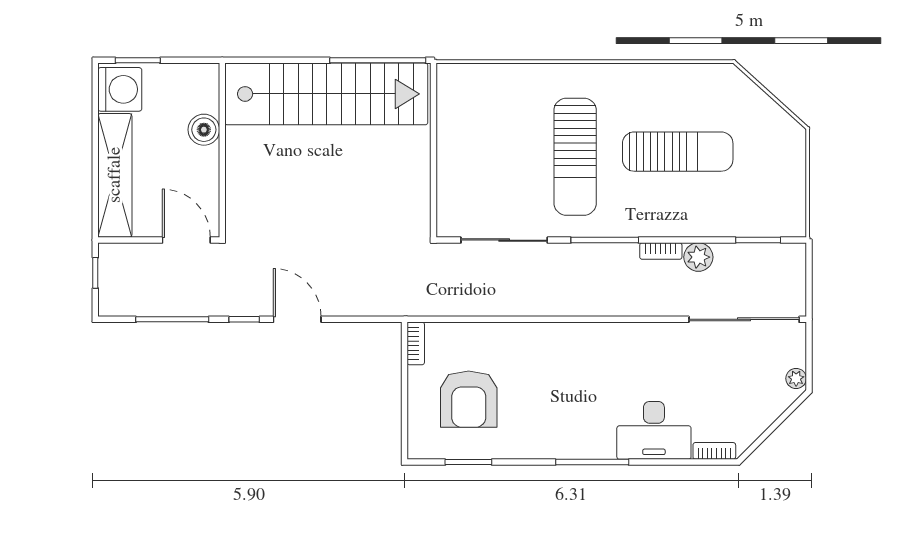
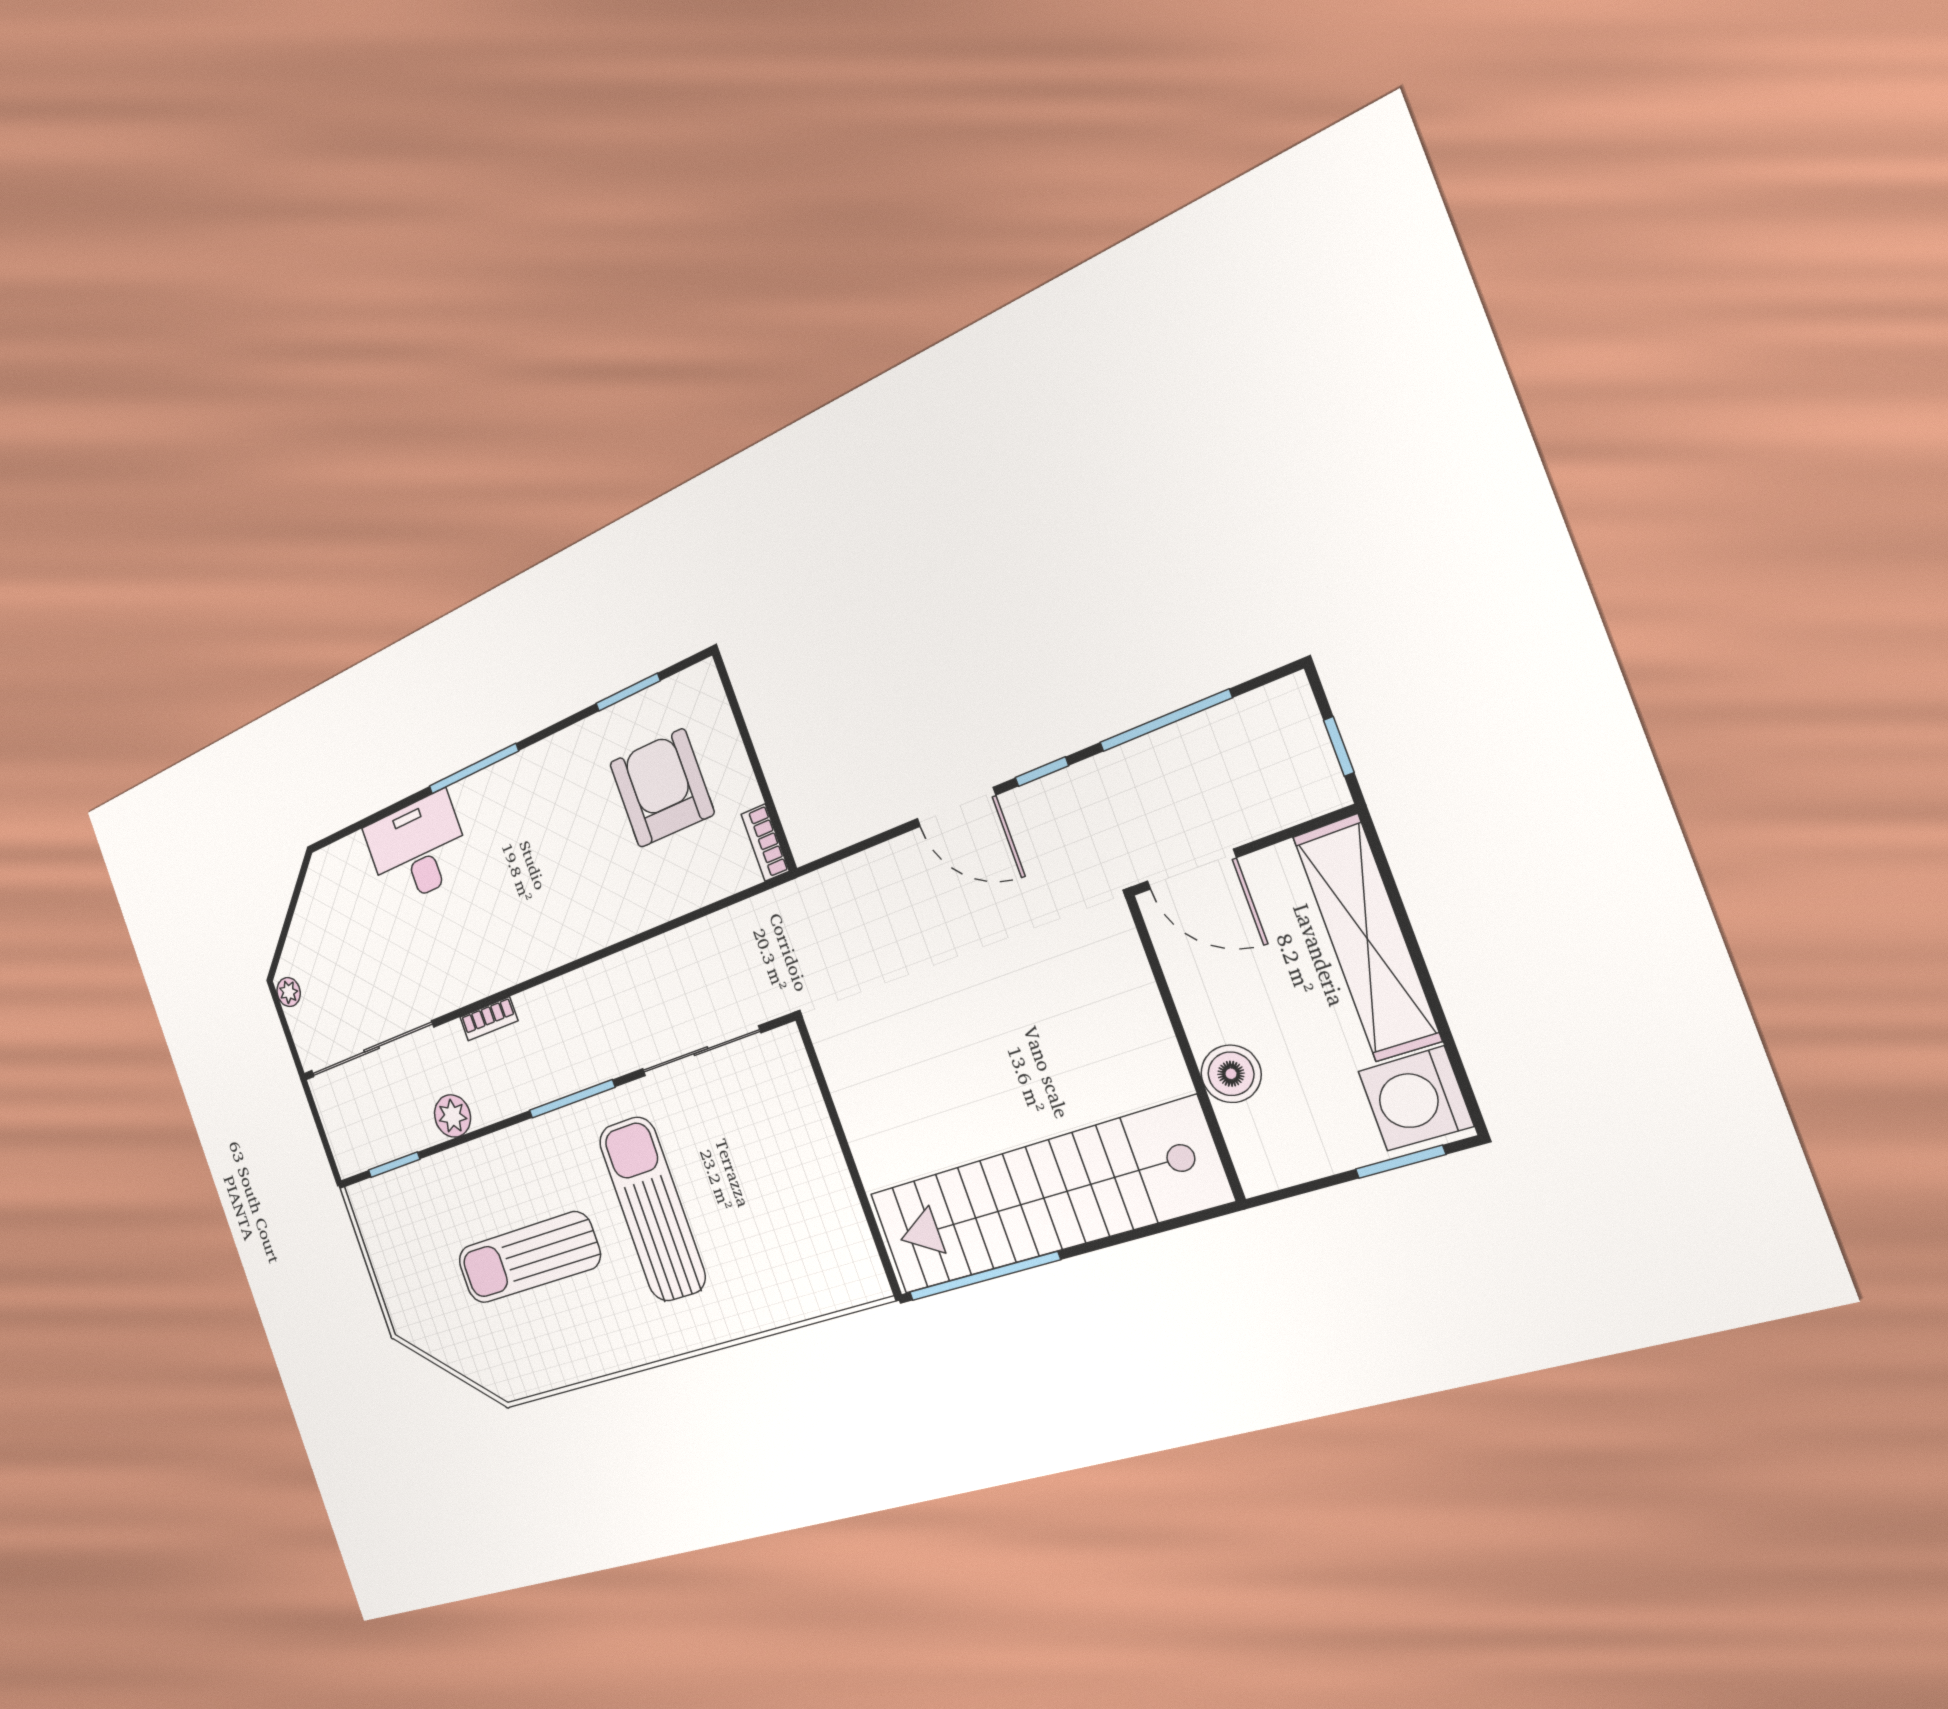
bookcase: (661, 251) -> (489, 1019), moved, turned 180
bookcase: (714, 451) -> (341, 853), removed

